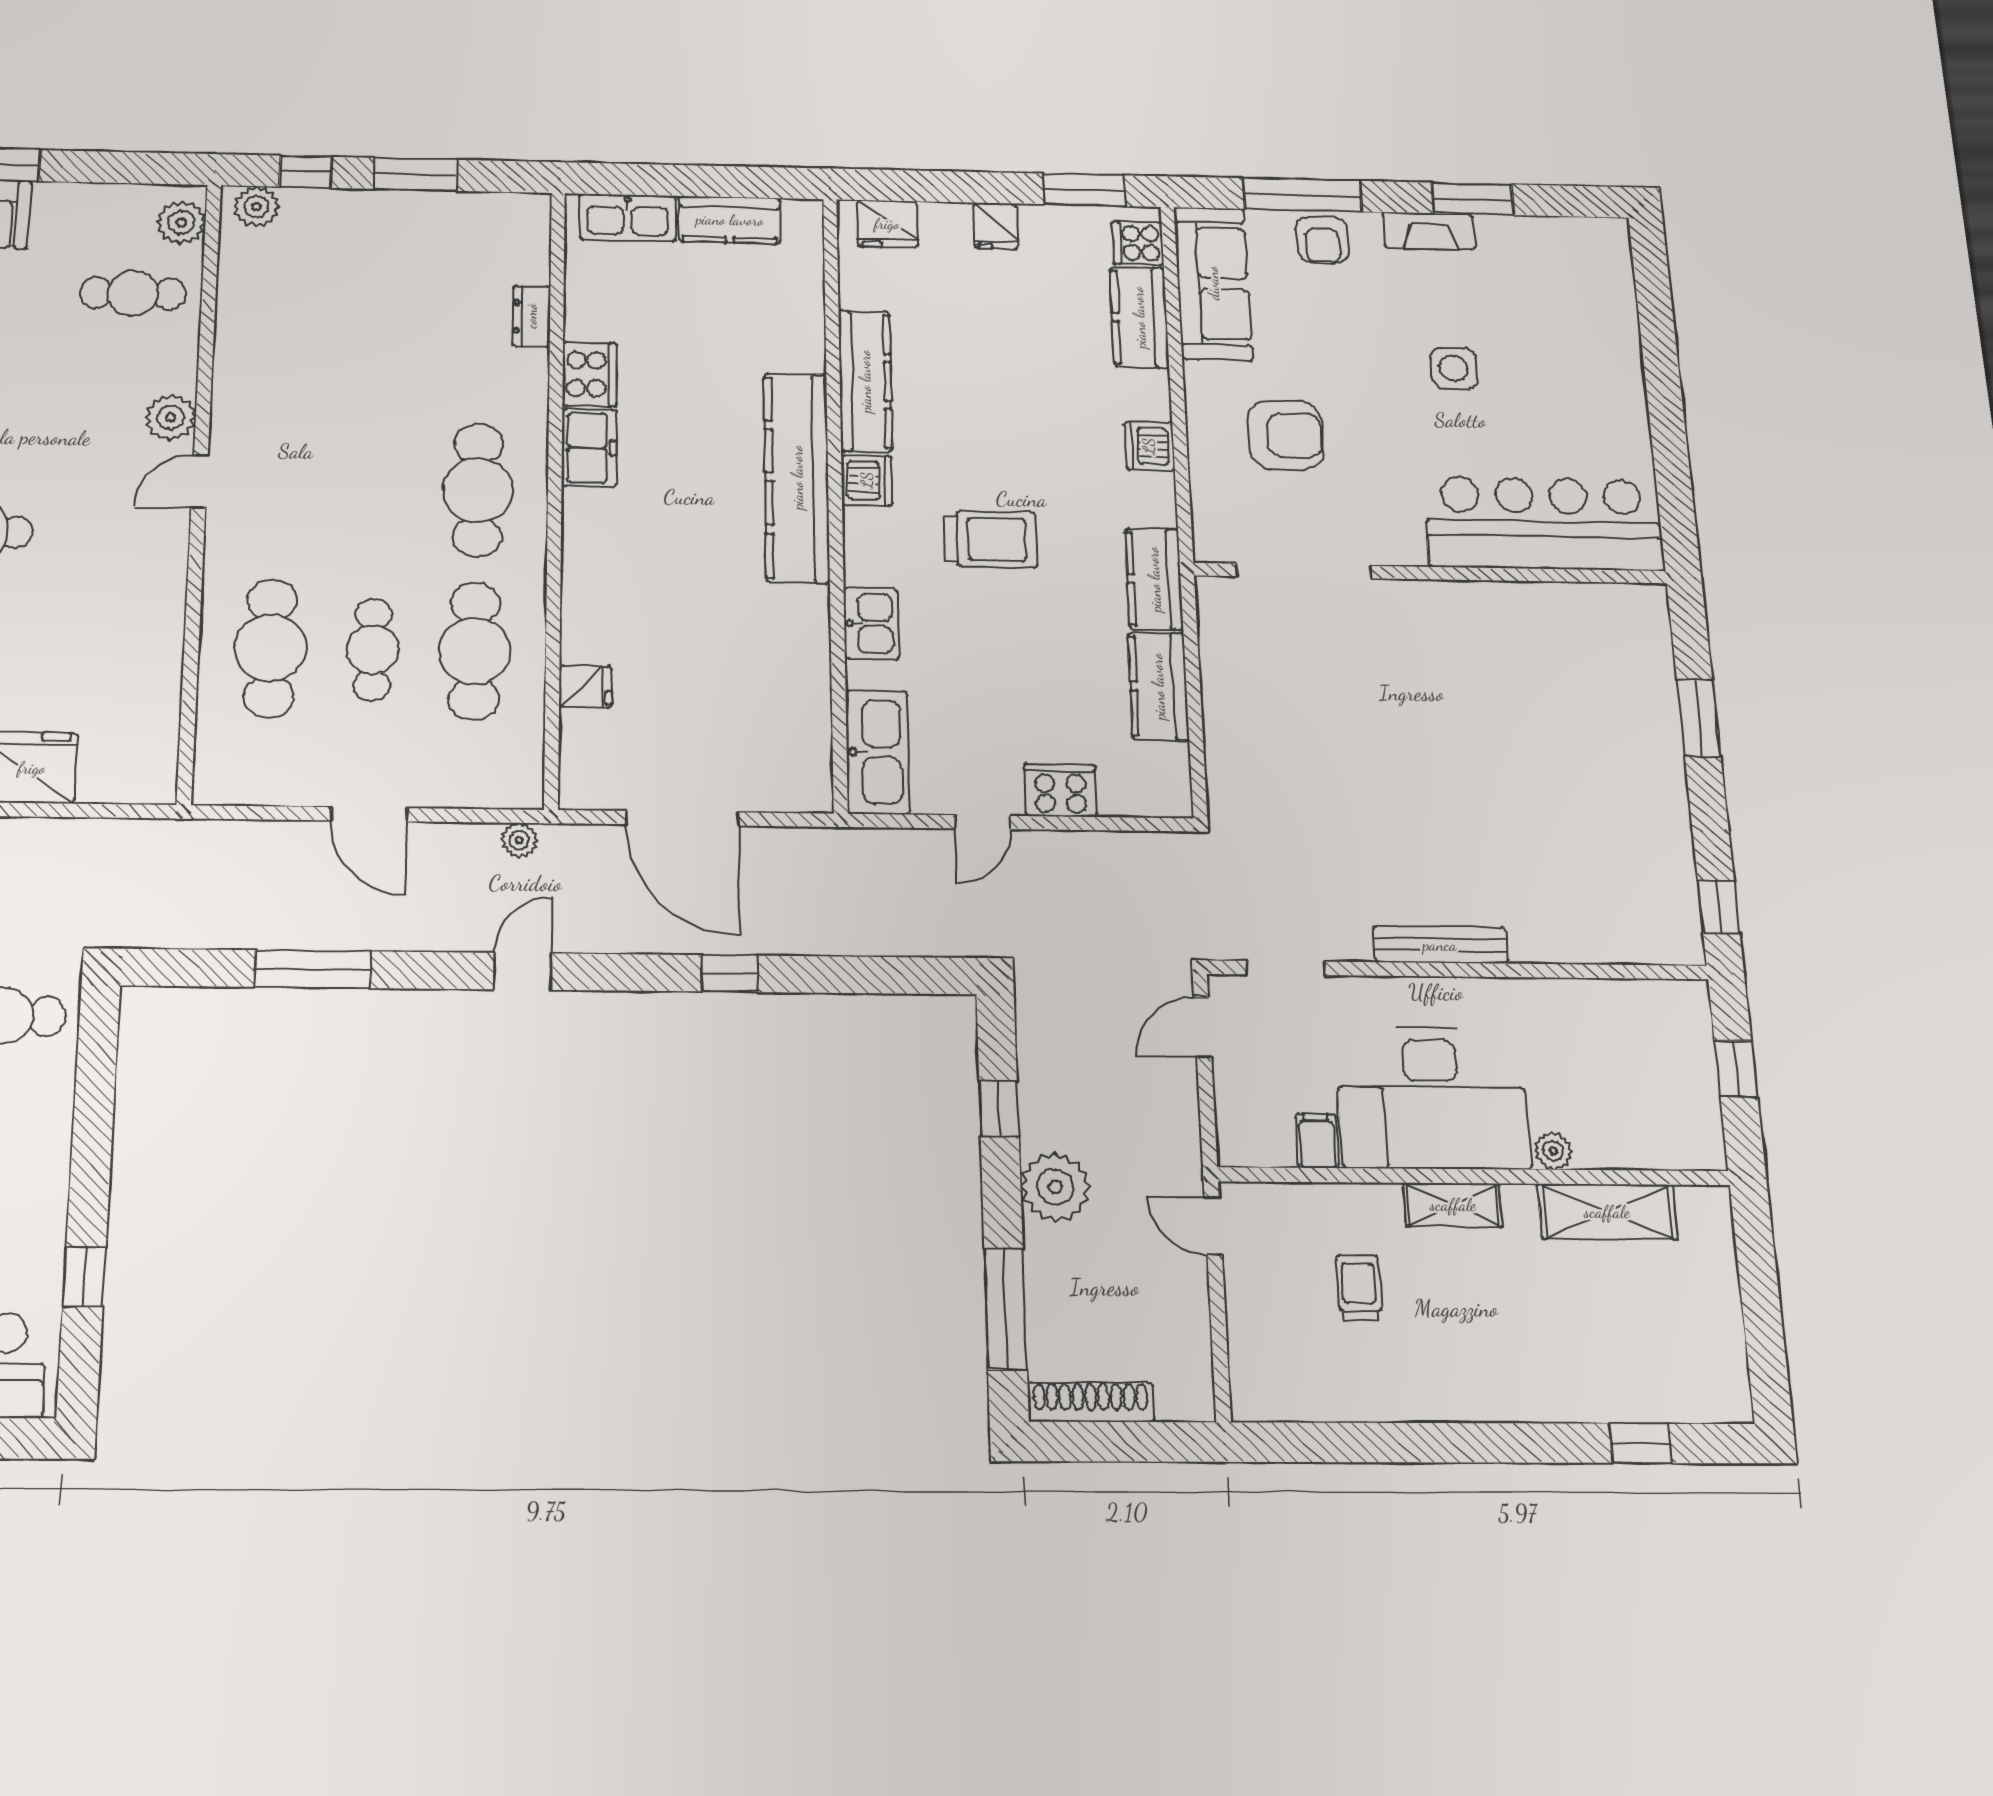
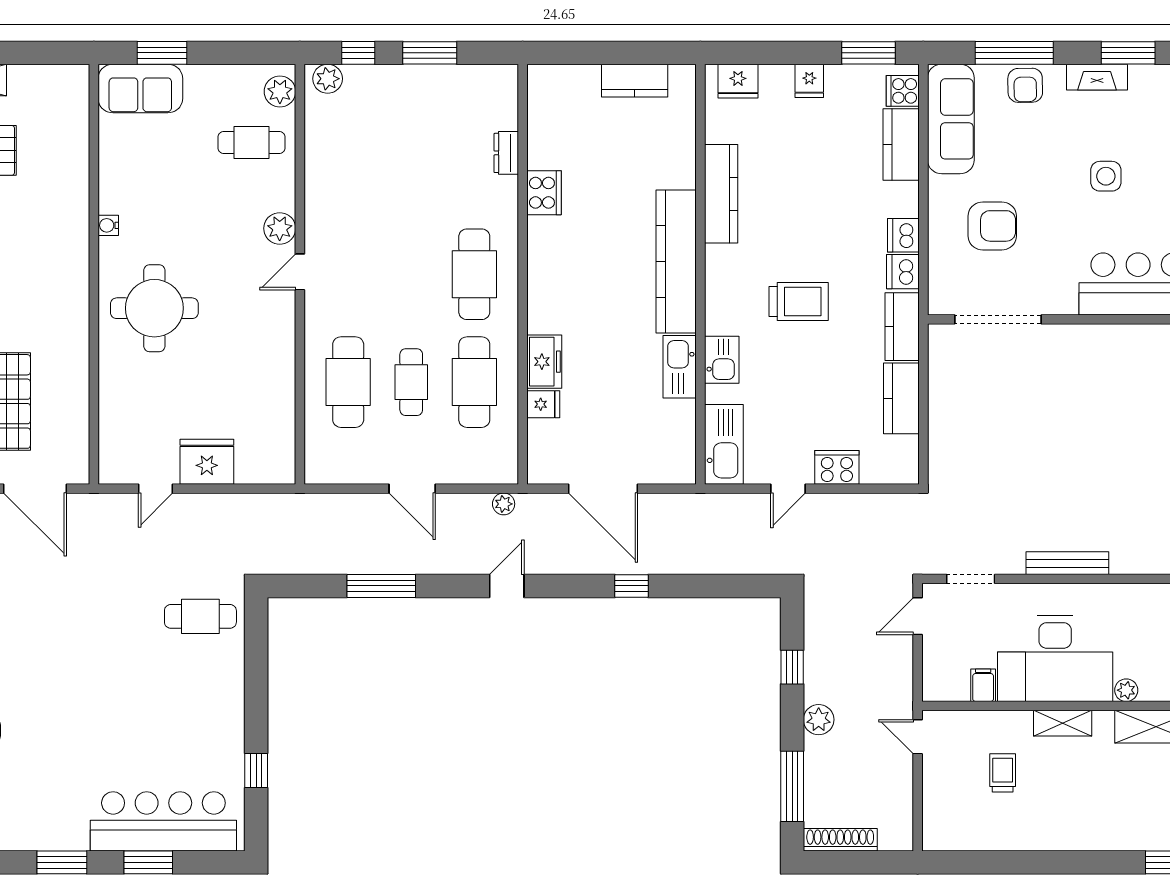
kitchen sink: (627, 217) -> (680, 367), moved, turned 90
freezer: (589, 448) -> (544, 362), moved
dishwasher: (867, 480) -> (903, 272), moved, turned 180
plant: (1055, 1187) -> (819, 720), width x0.73, depth x0.73

